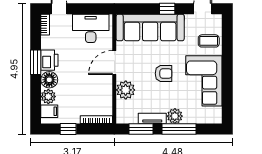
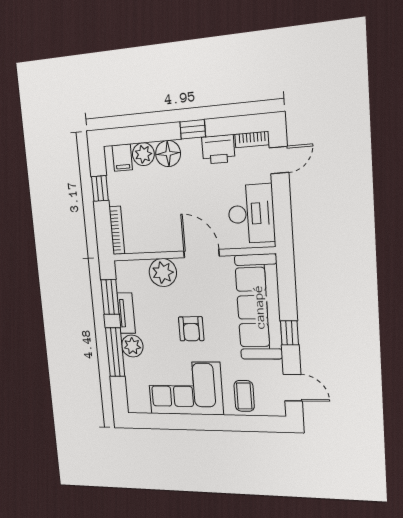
printer: (49, 60) -> (218, 149), moved
window: (36, 62) -> (193, 129), width x0.67

